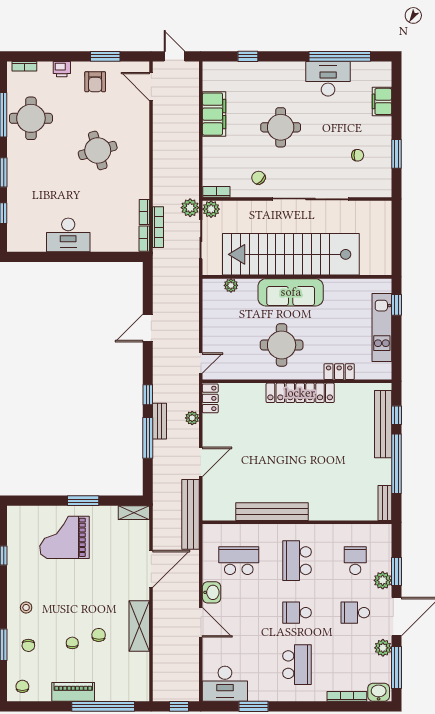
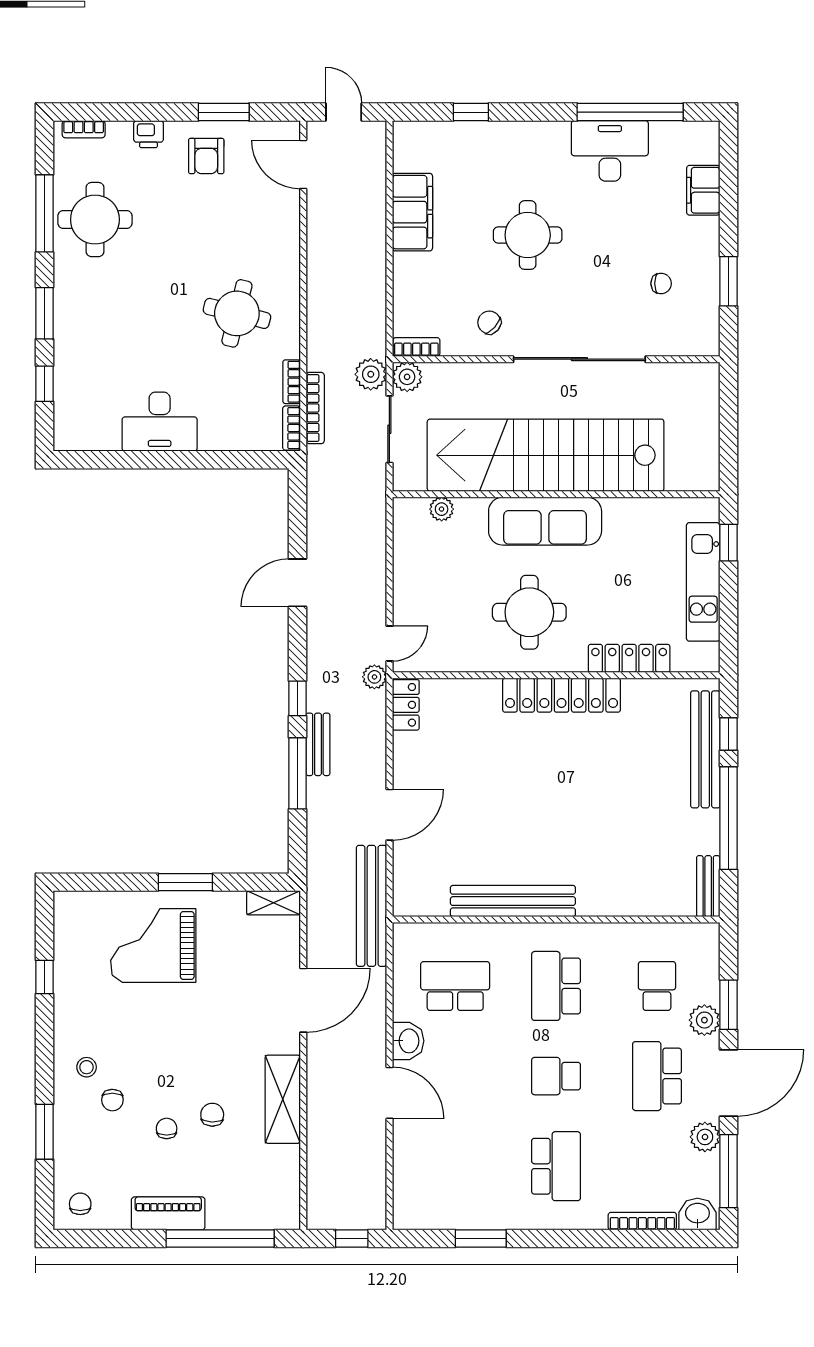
round table: (98, 150) -> (237, 313), moved, turned 30
locker: (339, 372) -> (629, 658), width x1.53
plant: (192, 418) -> (374, 677), moved
school desk: (355, 613) -> (657, 1076), width x1.85
chair: (28, 645) -> (112, 1100), moved
desk: (225, 684) -> (431, 1199), removed

